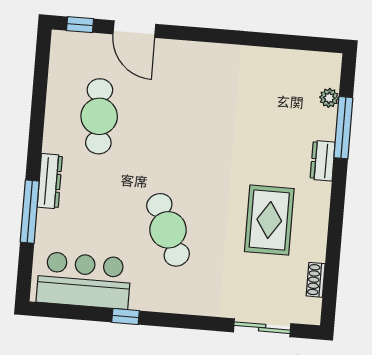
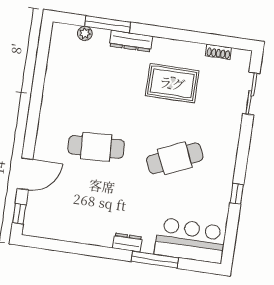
cafe table: (99, 116) -> (96, 147), moved
dresser: (323, 161) -> (131, 41), width x1.44
dresser: (50, 181) -> (127, 242), width x0.70
bar counter: (84, 280) -> (190, 240), moved, turned 90

